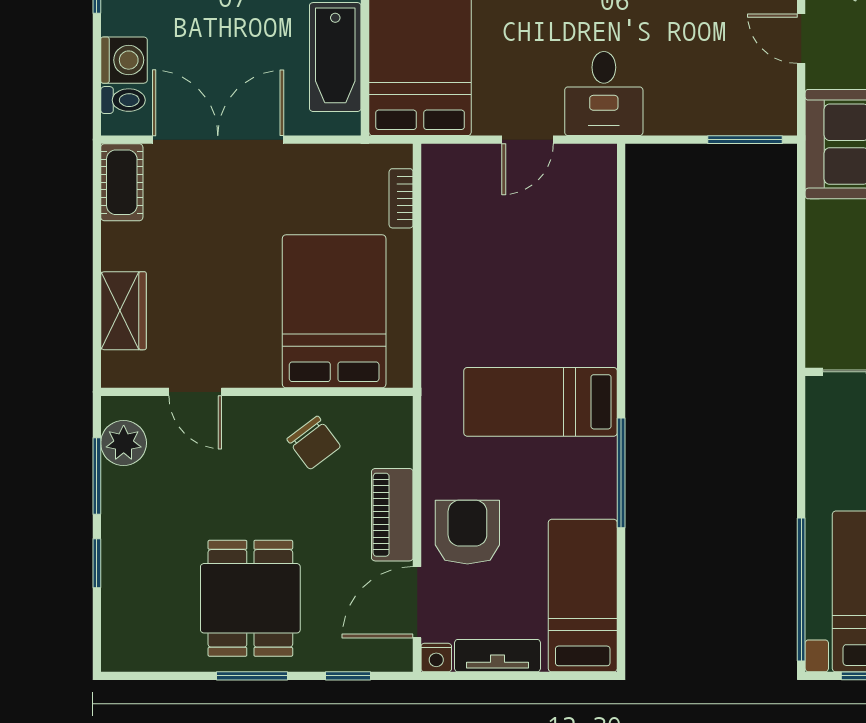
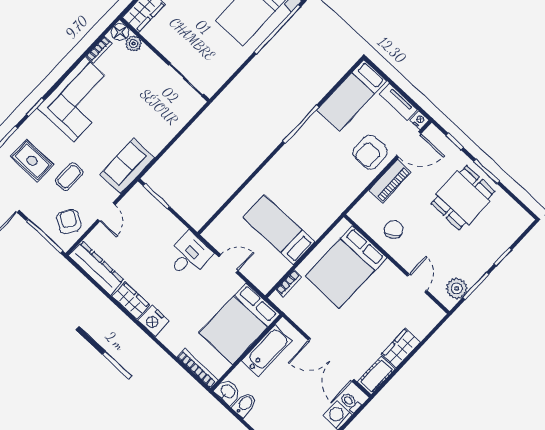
wardrobe: (124, 311) -> (401, 348), moved
bed: (540, 402) -> (279, 230), moved, turned 180

